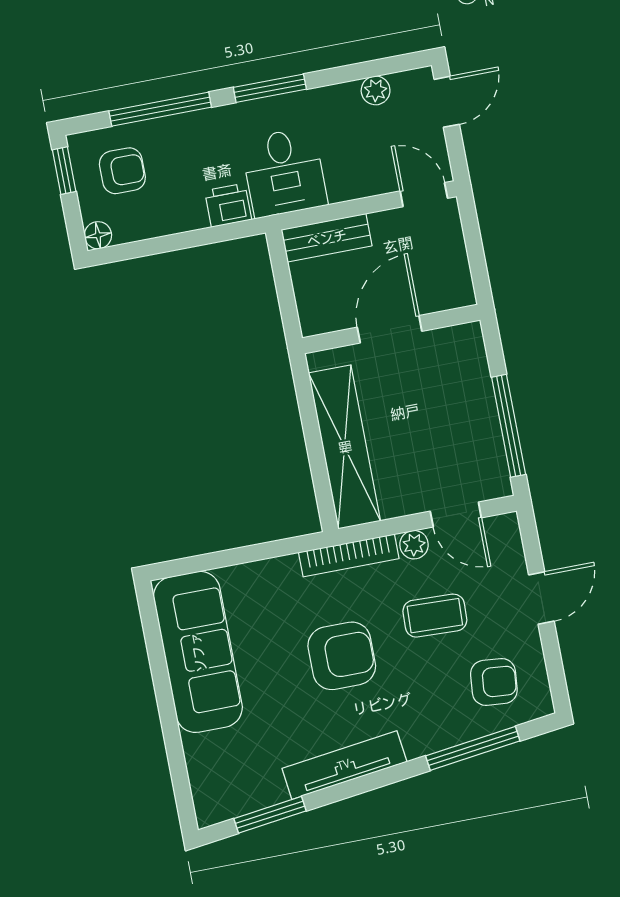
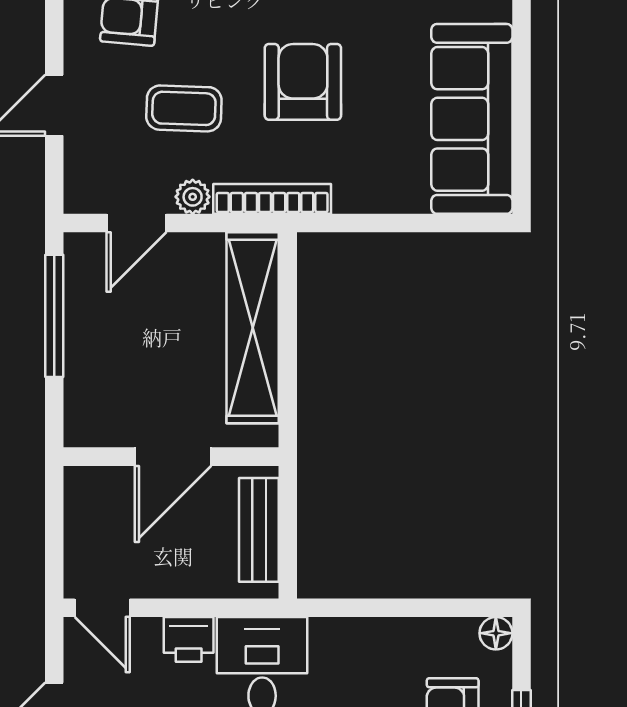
printer: (228, 205) -> (189, 639), moved
bench: (327, 238) -> (259, 530), moved, turned 90
door: (456, 514) -> (136, 223), swing flipped
armchair: (342, 656) -> (303, 82), turned 90

